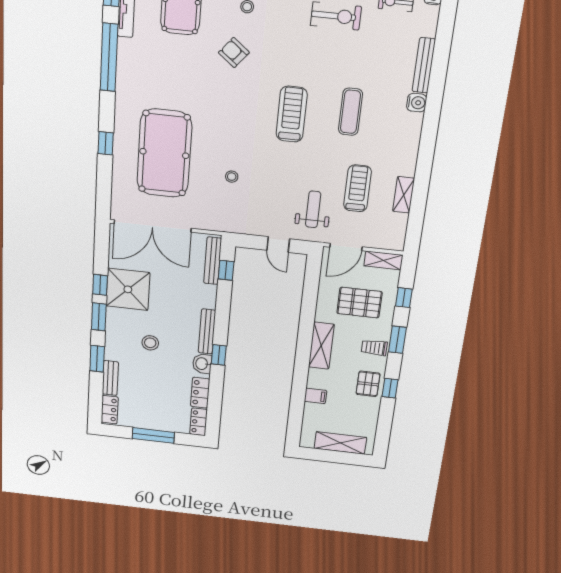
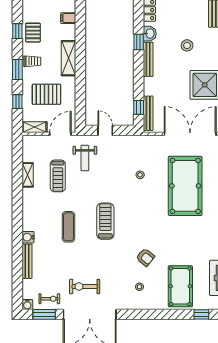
treadmill: (292, 114) -> (105, 221), turned 180

